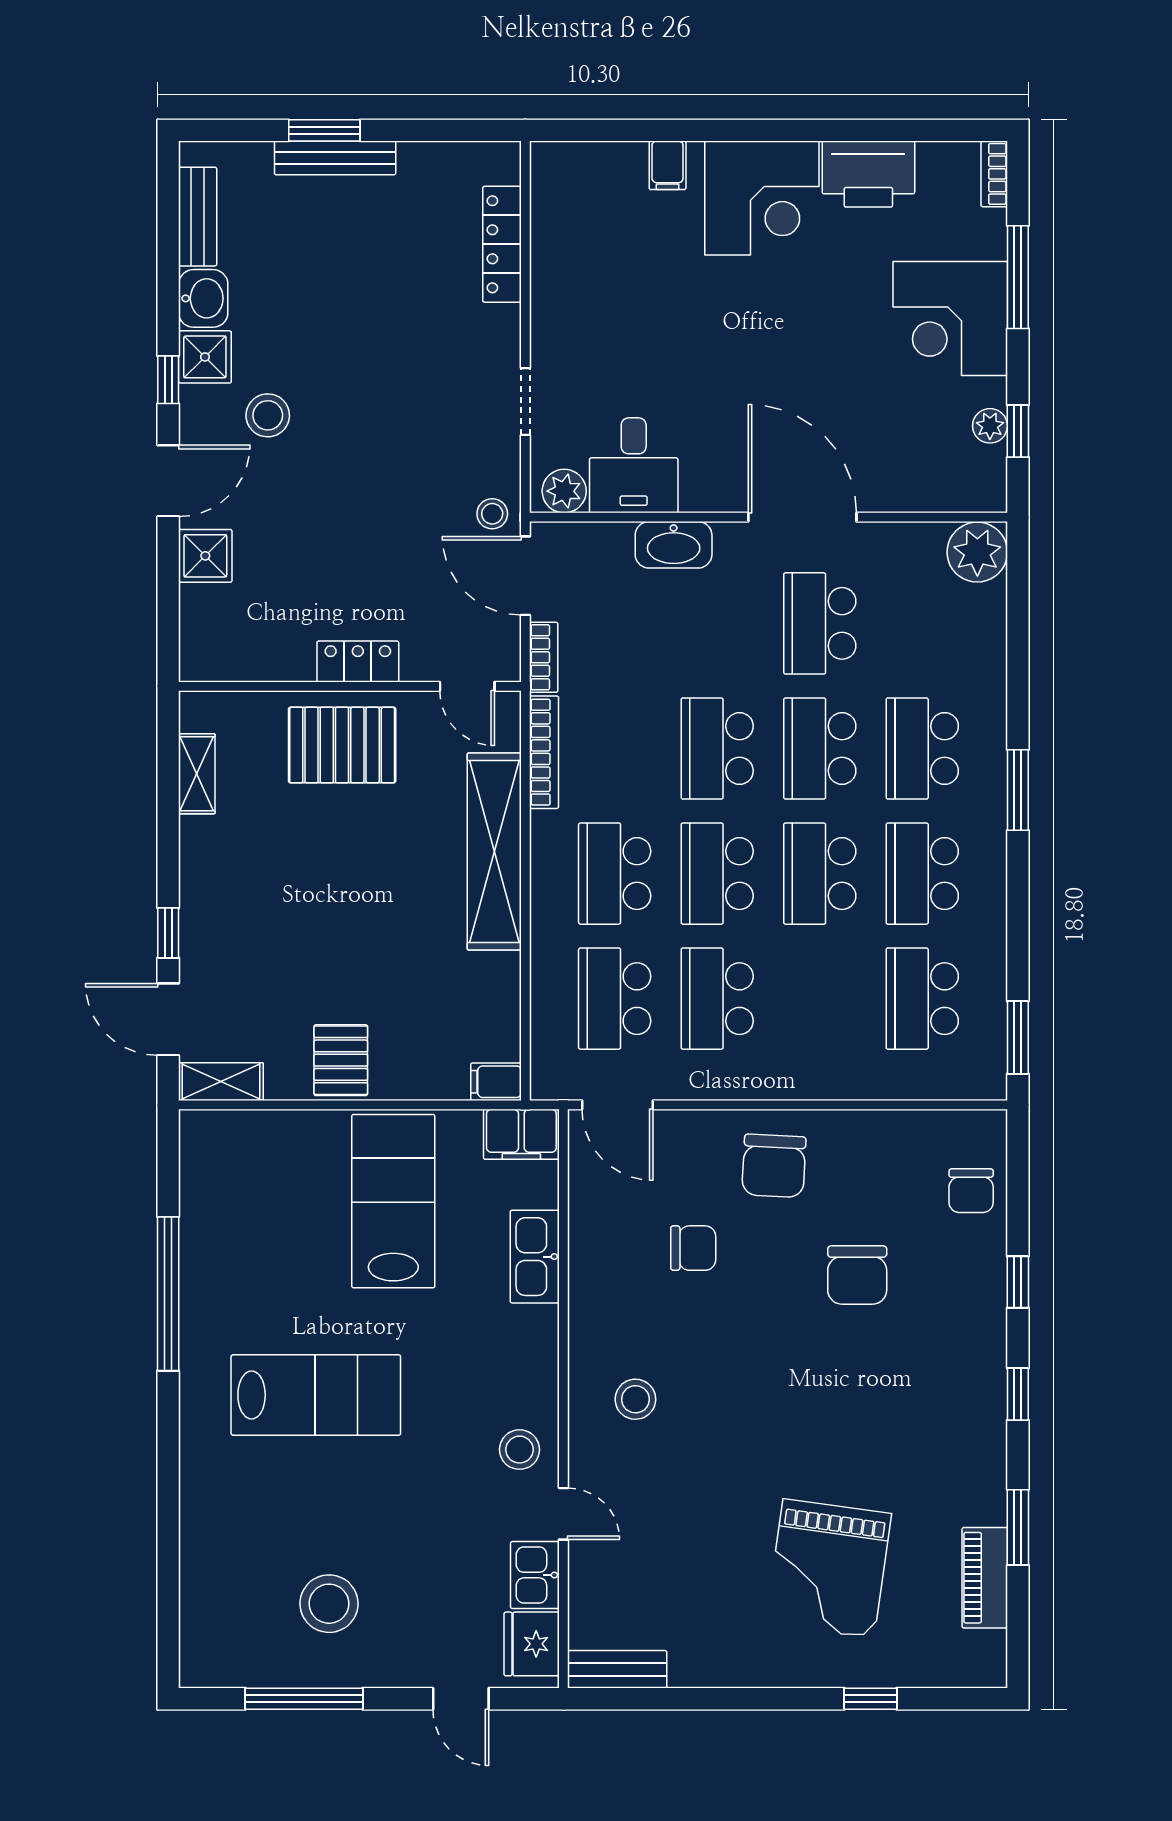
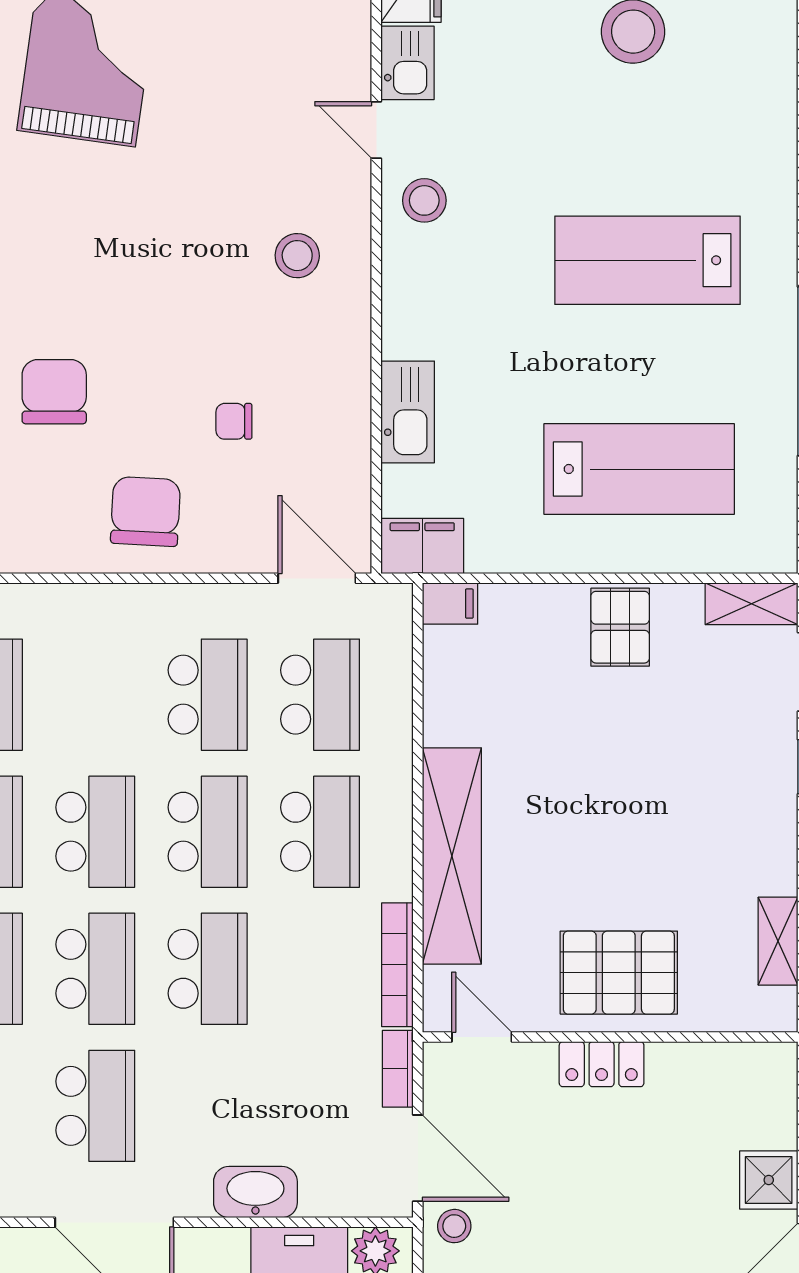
lab bench: (393, 1201) -> (639, 469), moved, turned -90
chair: (693, 1248) -> (234, 421), width x0.73, depth x0.73

